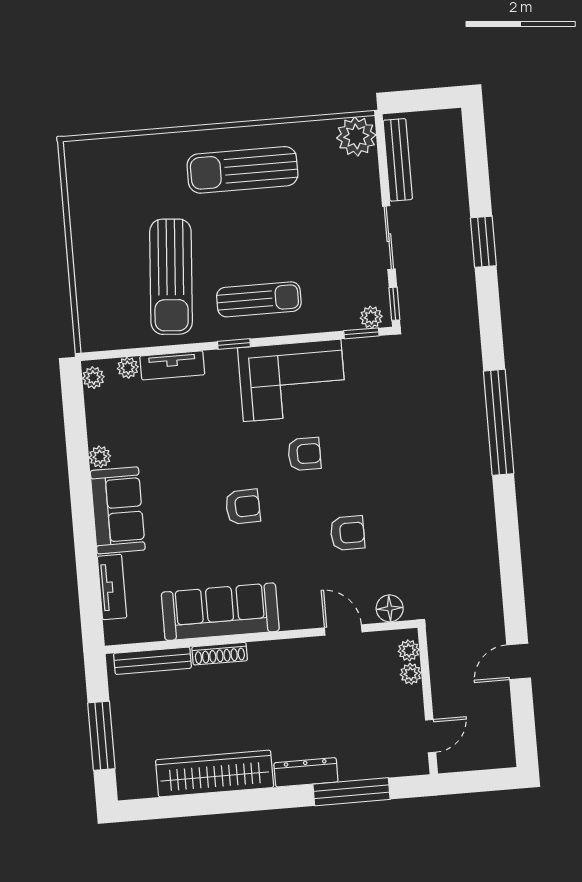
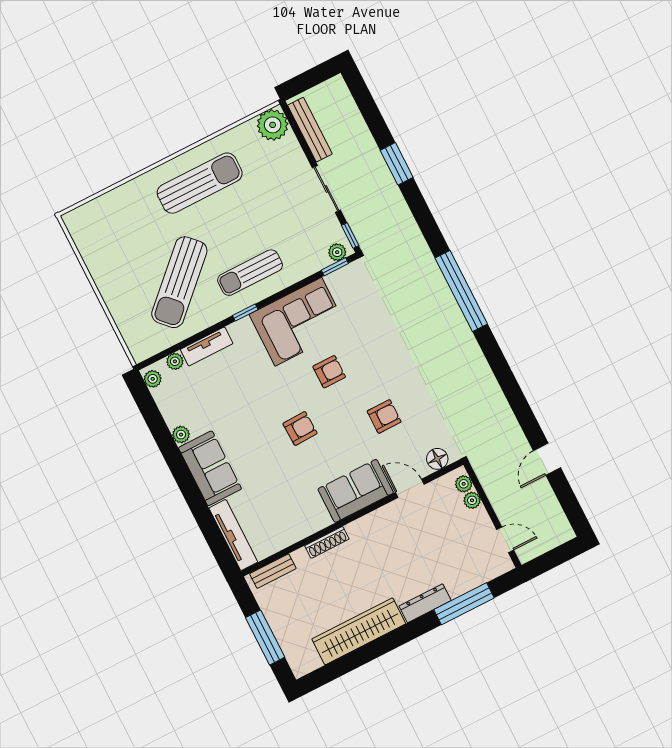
sun lounger: (242, 170) -> (200, 183), turned 180
sun lounger: (171, 277) -> (179, 282), turned 42
sun lounger: (259, 299) -> (250, 273), turned 180
tv unit: (112, 587) -> (233, 535), width x1.41
sofa: (220, 612) -> (356, 491), moved, width x0.73
bench: (152, 661) -> (273, 571), width x0.73
door: (431, 736) -> (505, 540), hinge flipped

